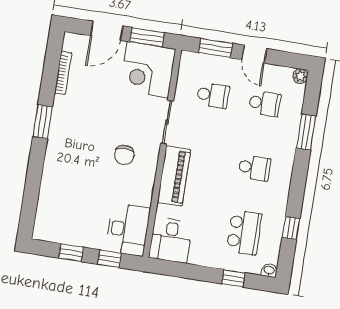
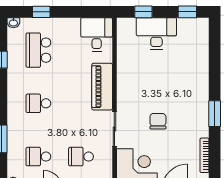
chair: (124, 155) -> (158, 121), moved
desk: (128, 230) -> (156, 33), moved, turned 90
window: (71, 253) -> (187, 12), moved

